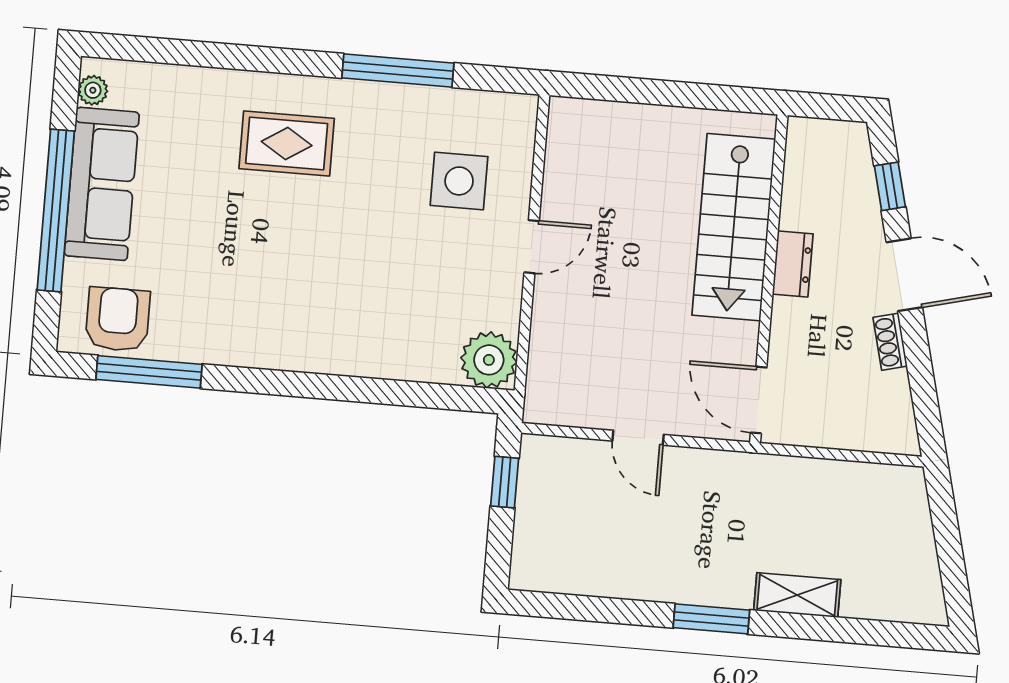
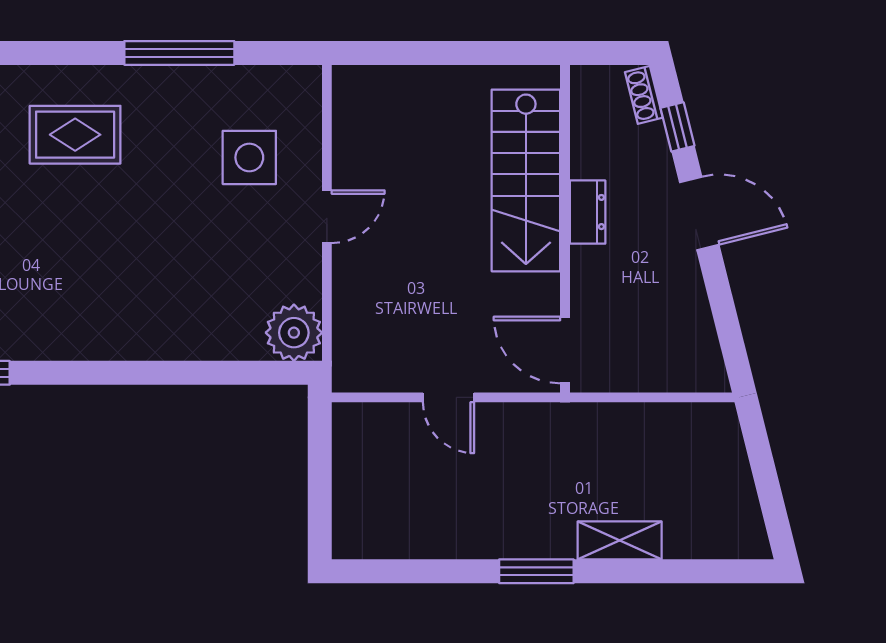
shoe rack: (890, 342) -> (644, 95), moved
window: (505, 482) -> (320, 453), removed

